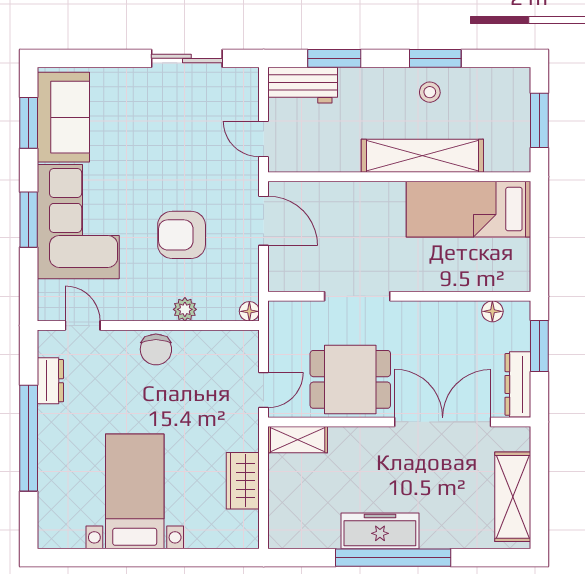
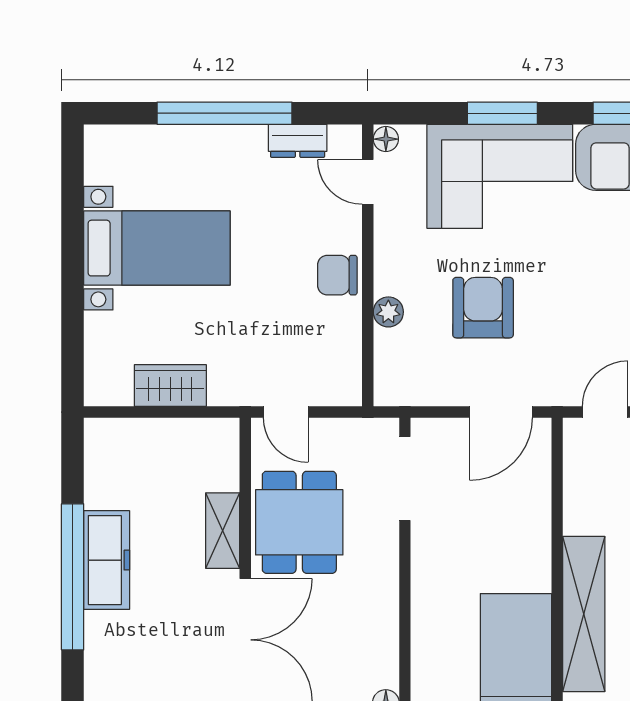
doorway: (357, 296) -> (405, 479), moved
floor lamp: (249, 311) -> (386, 139), moved
door: (83, 326) -> (368, 182), swing flipped
shelving: (298, 440) -> (223, 531), moved

